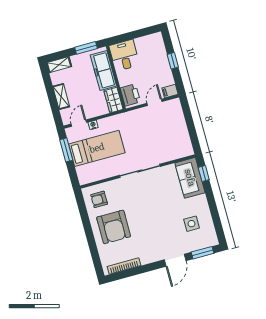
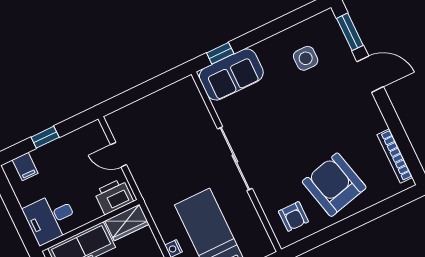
filing cabinet: (170, 91) -> (25, 167), moved
armchair: (114, 227) -> (334, 185), turned -104

